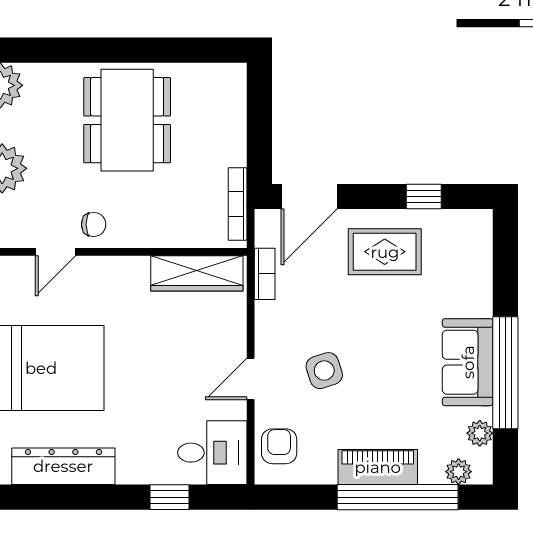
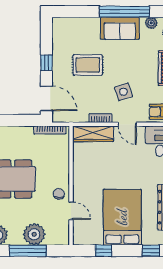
window: (424, 196) -> (46, 63), moved
rug: (385, 252) -> (88, 65), moved, turned 90
wardrobe: (197, 273) -> (93, 134), moved, turned 90
bookcase: (265, 274) -> (101, 118), moved

